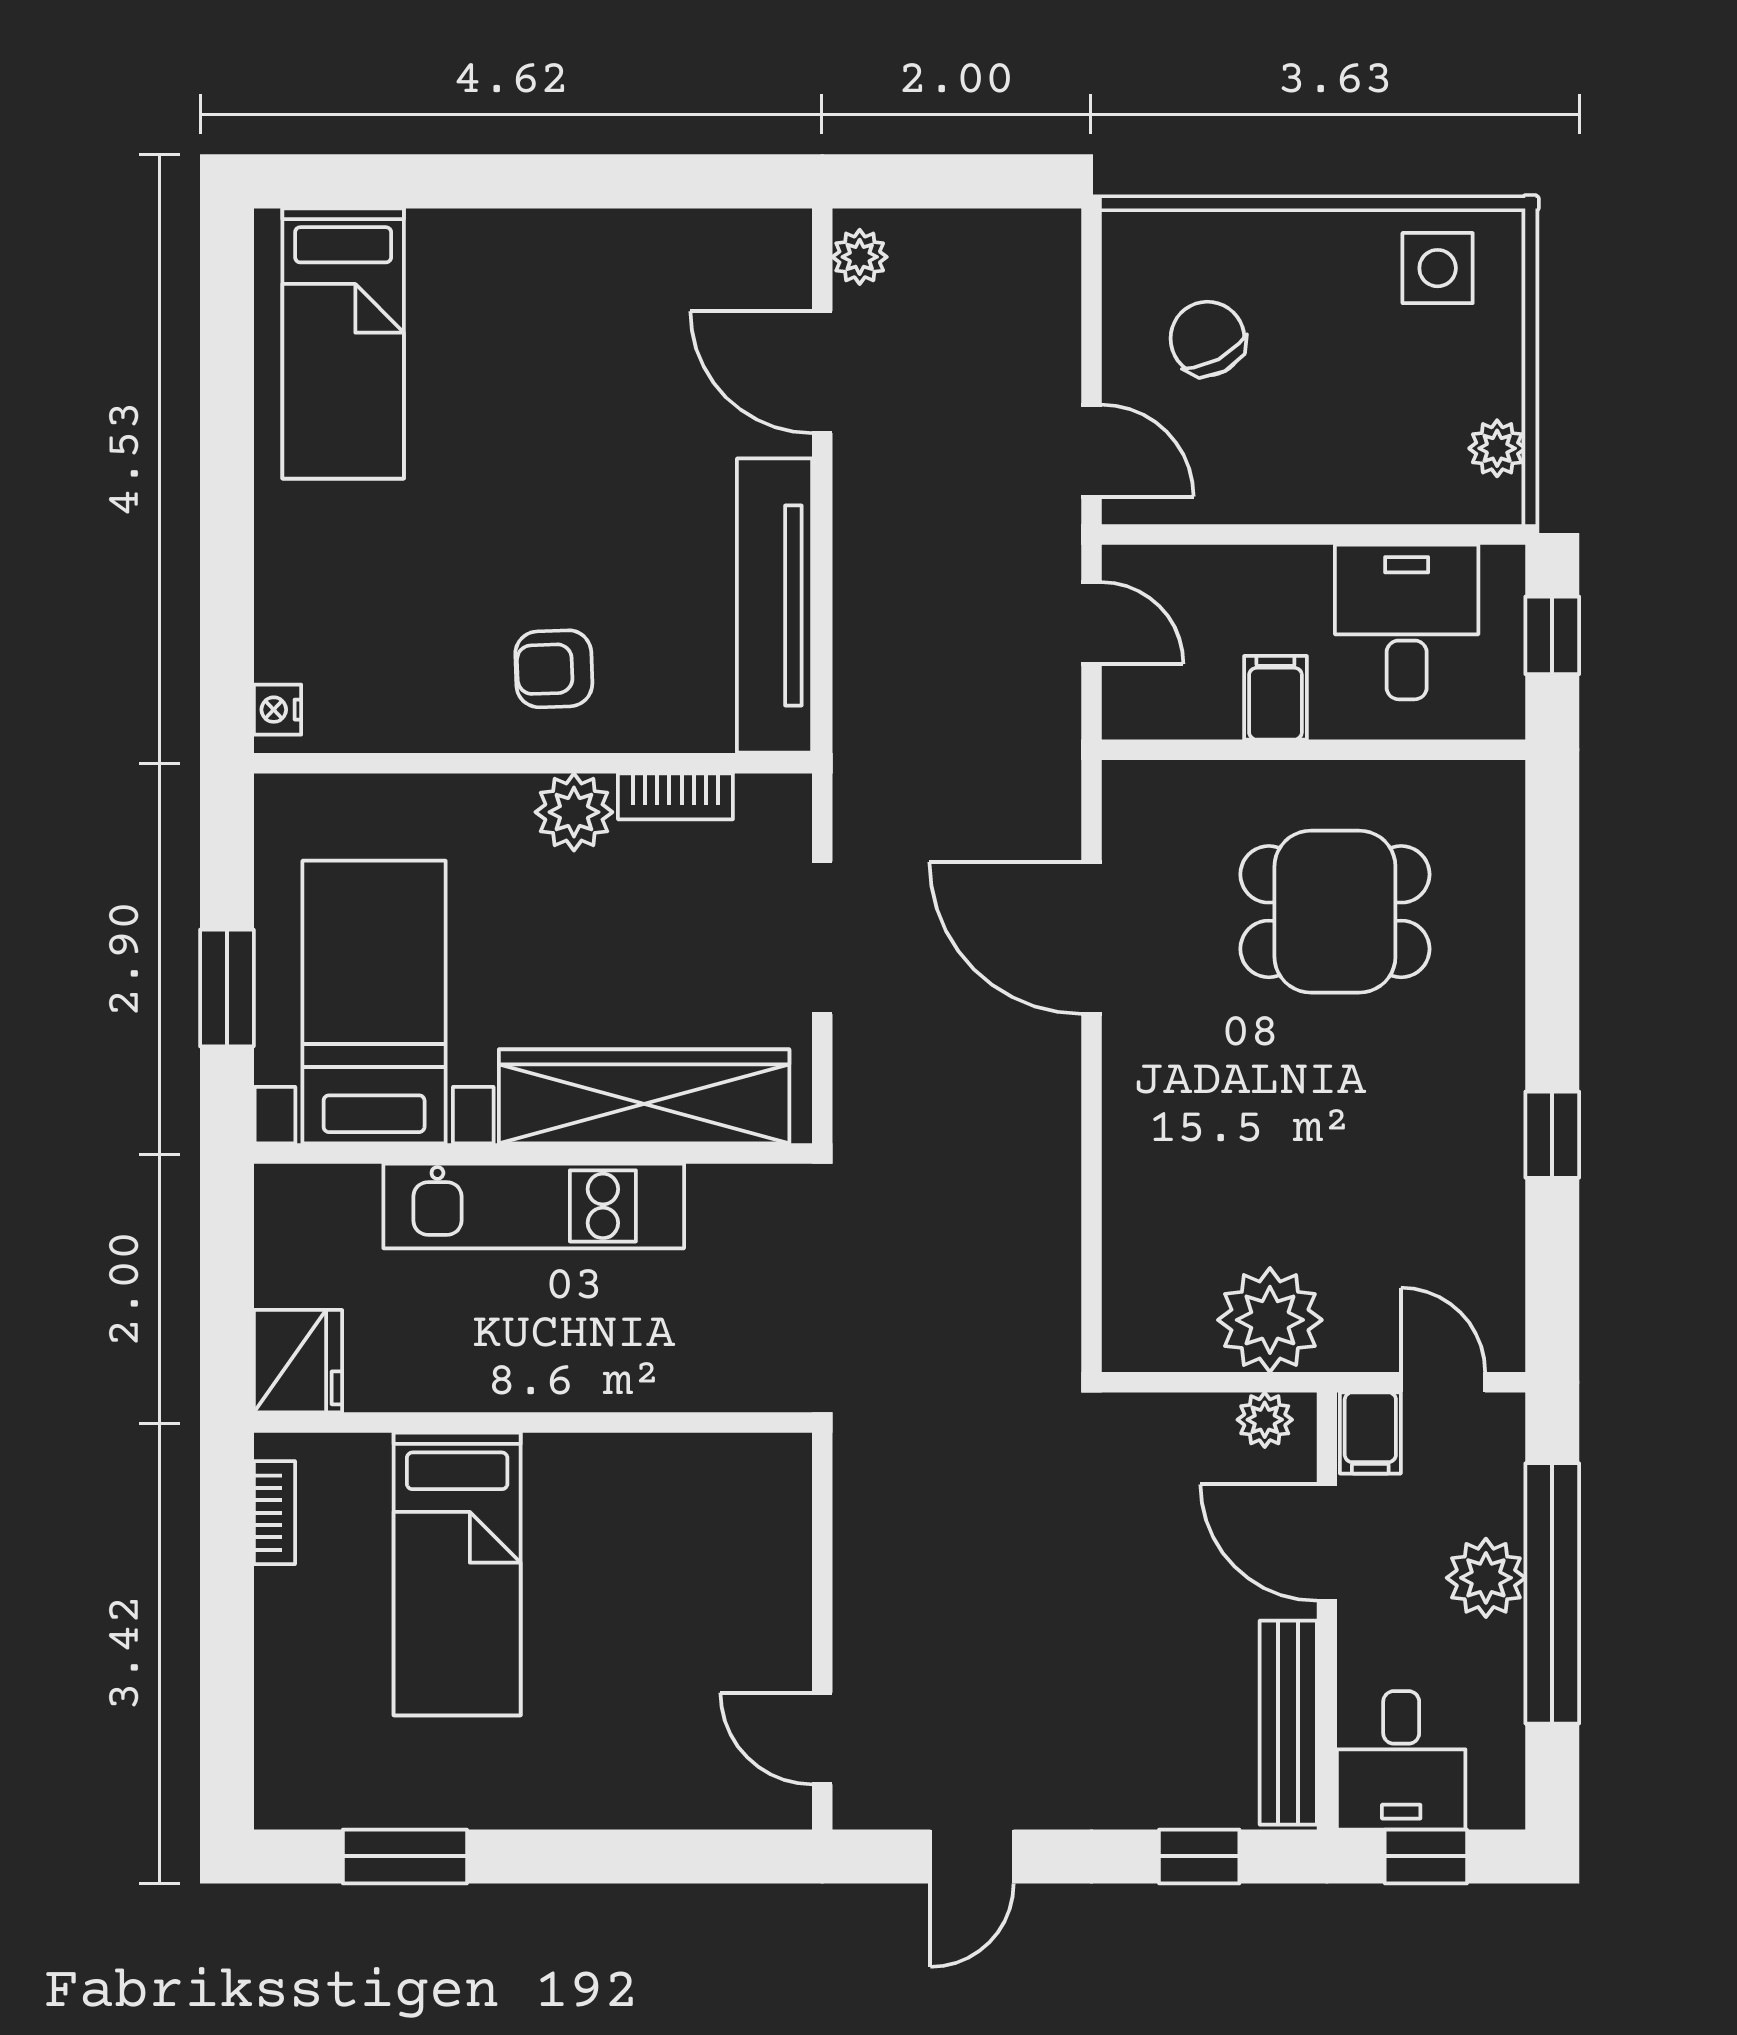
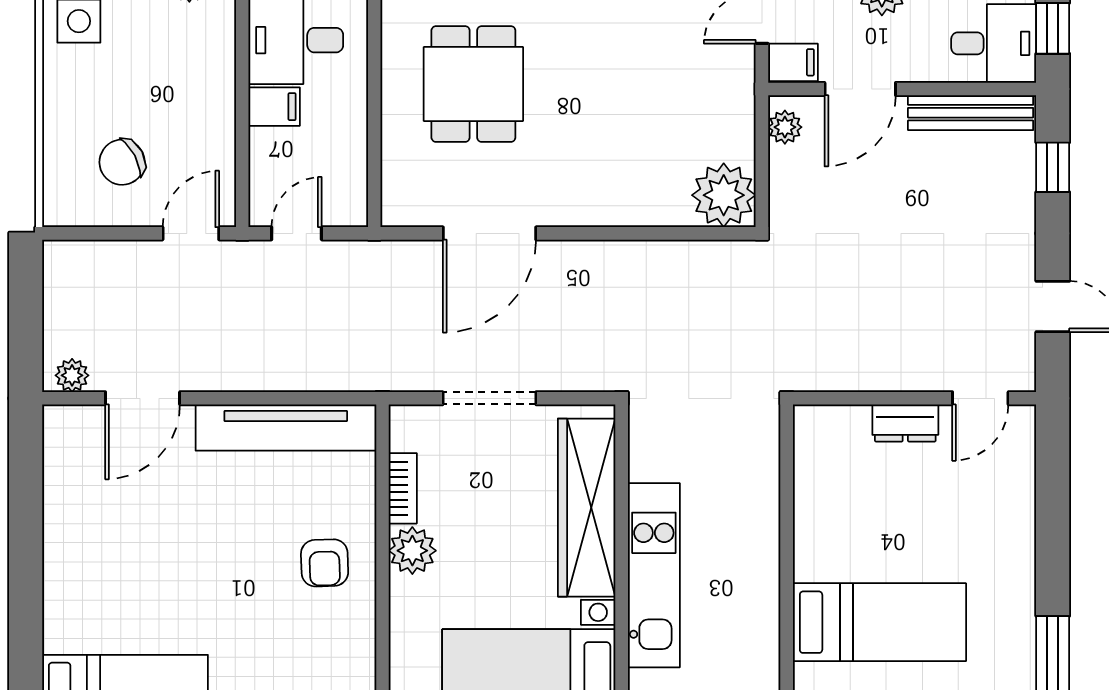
filing cabinet: (1275, 698) -> (274, 107), moved, turned 180
plant: (1270, 1320) -> (724, 195), moved
dresser: (782, 1616) -> (905, 423), added

